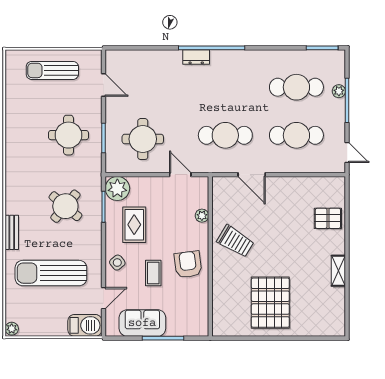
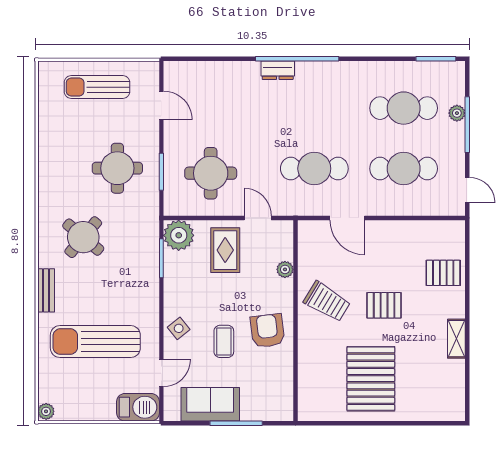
round table: (65, 206) -> (83, 237), moved
rug: (134, 225) -> (225, 250), moved
pallet: (281, 244) -> (384, 305), added

